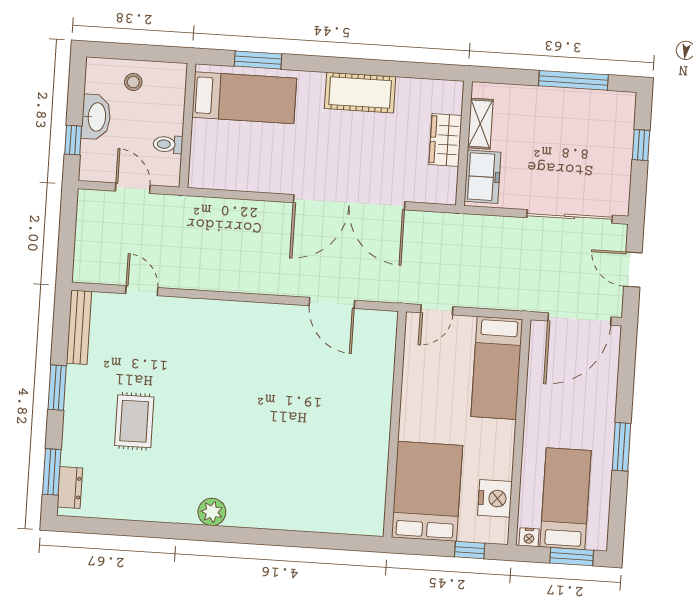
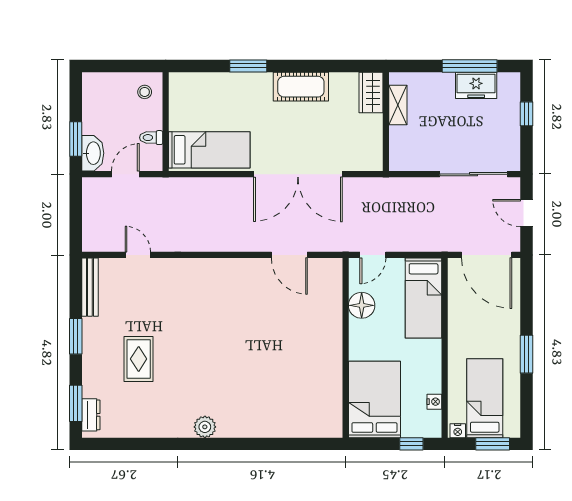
window: (258, 60) -> (248, 66), moved
stool: (133, 82) -> (145, 92), moved
bed: (244, 98) -> (209, 150), moved
washbasin: (96, 117) -> (93, 153), moved
window: (73, 140) -> (76, 139), width x1.50
wardrobe: (445, 140) -> (371, 92), moved
freezer: (482, 177) -> (476, 85), moved, turned 90
door: (133, 188) -> (125, 174), hinge flipped
door: (579, 319) -> (487, 255), hinge flipped
floor lamp: (419, 372) -> (362, 305), added
nightstand: (495, 498) -> (434, 402), width x0.53, depth x0.56

